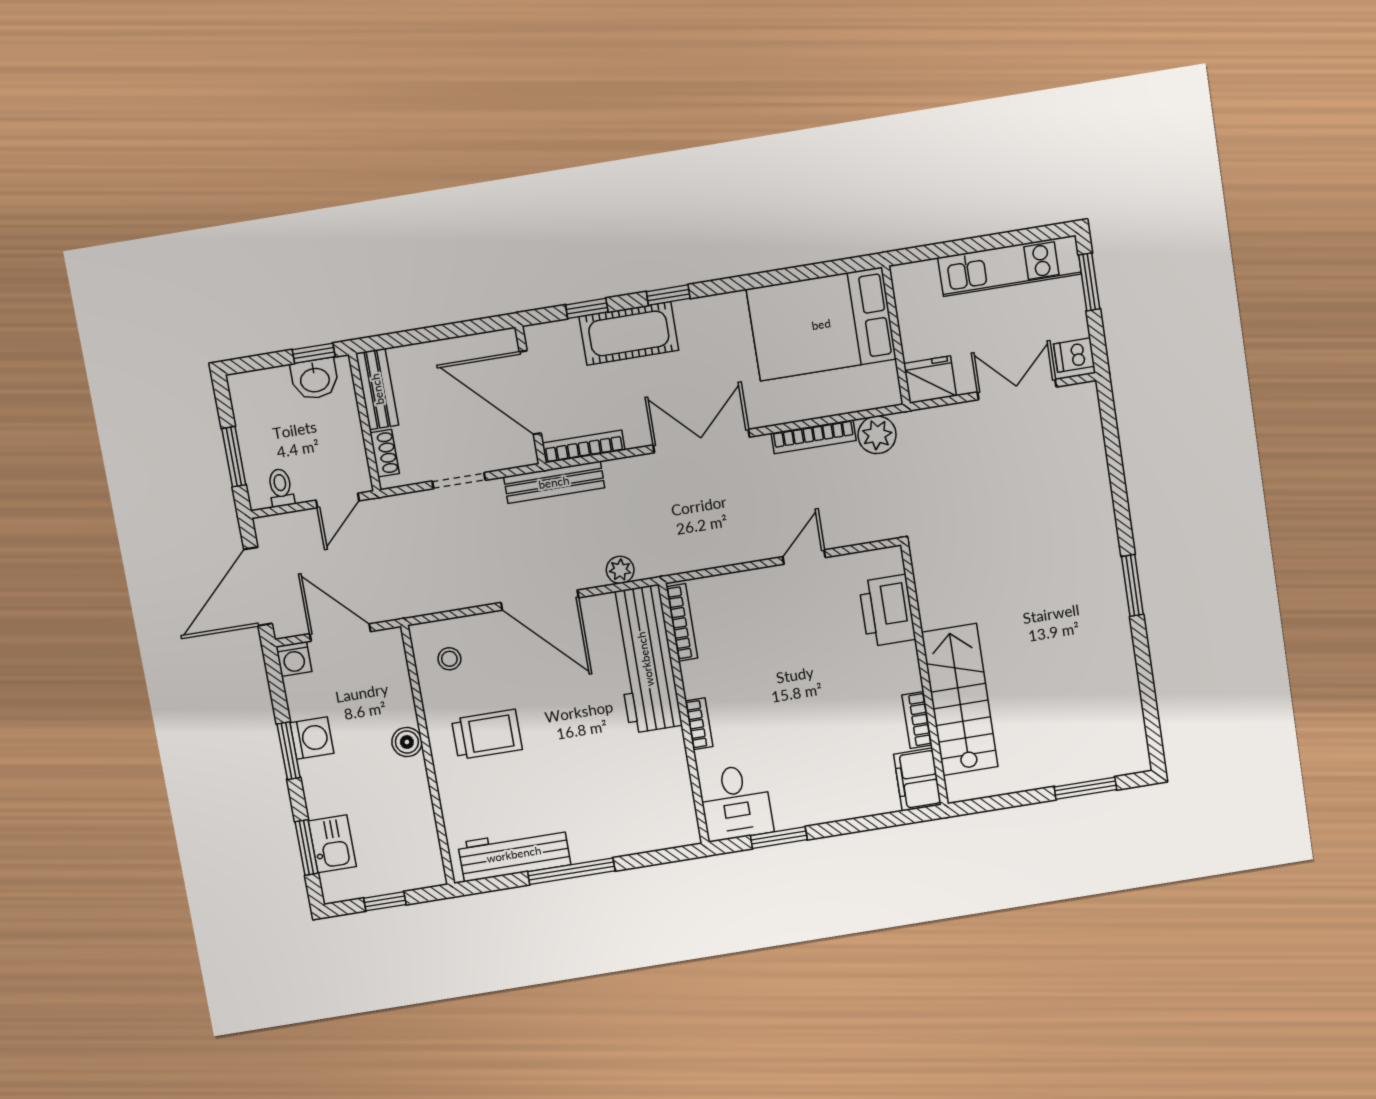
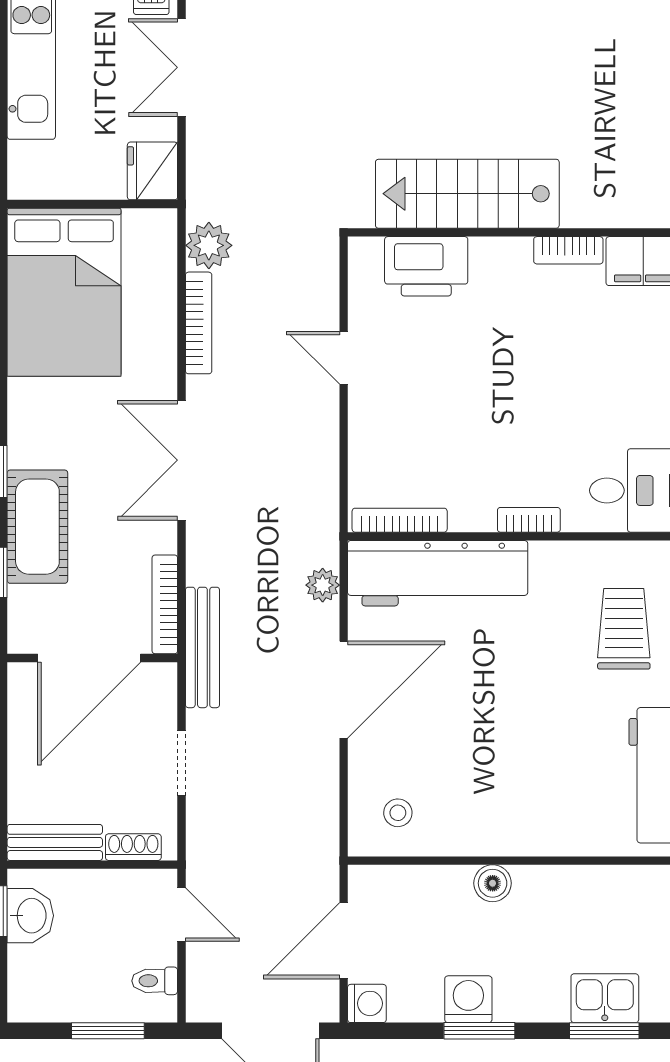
stairs: (960, 700) -> (467, 194), moved
trolley: (487, 734) -> (624, 629), moved

